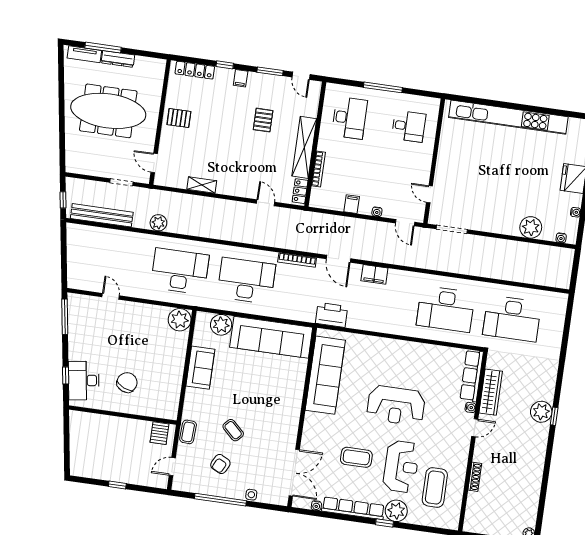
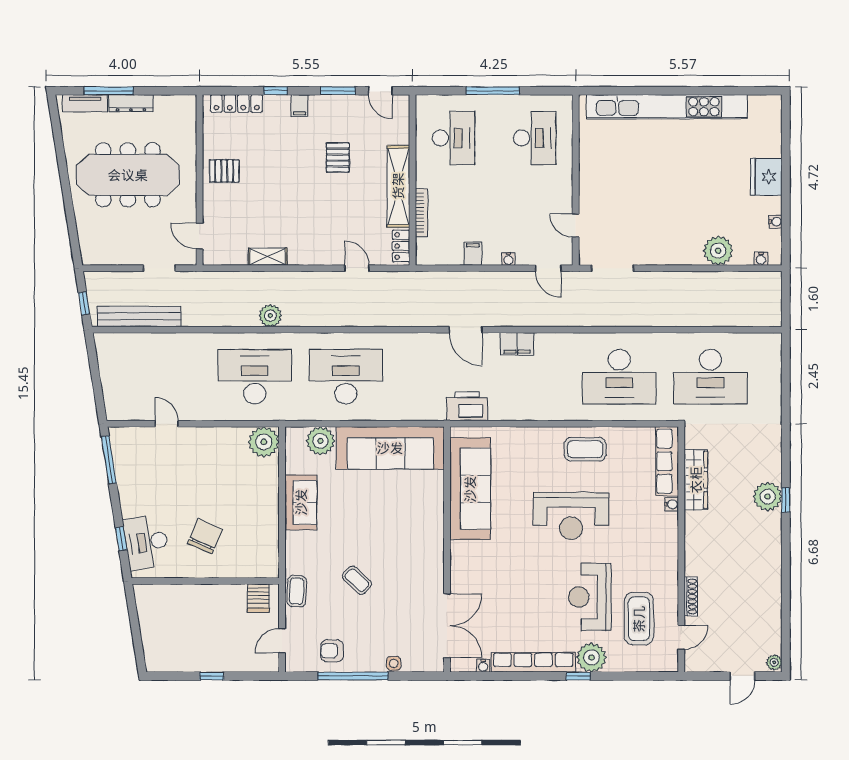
desk: (409, 126) -> (535, 138), width x1.37
plant: (158, 223) -> (270, 316), moved
bookcase: (297, 260) -> (410, 339), removed
door: (475, 428) -> (681, 637), moved
coffee table: (356, 457) -> (585, 449), moved
armchair: (220, 464) -> (332, 651), moved, turned 63
reception desk: (401, 467) -> (590, 597), turned 180

